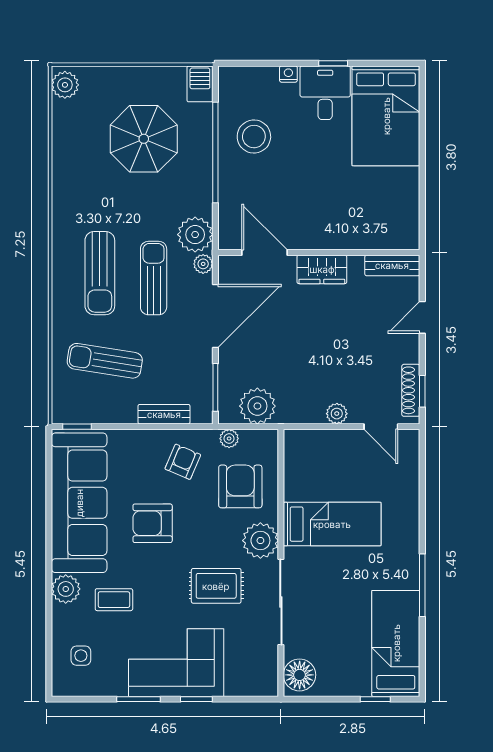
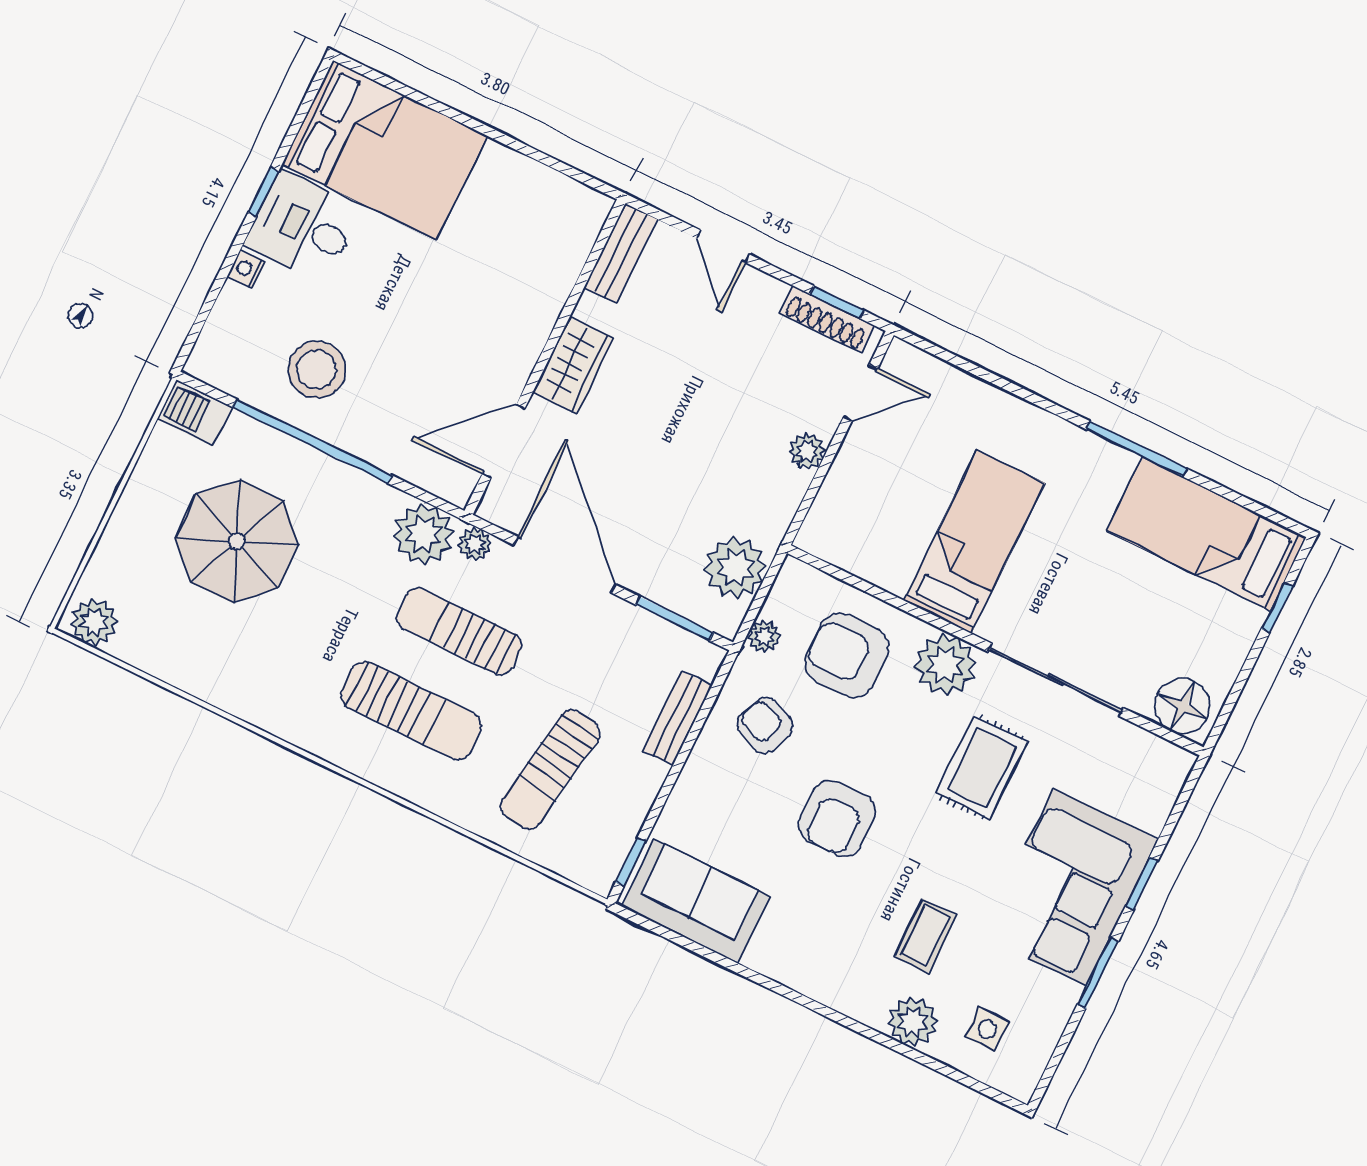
sofa: (79, 503) -> (696, 901), width x0.54, depth x0.79
plant: (66, 589) -> (913, 1022), moved

